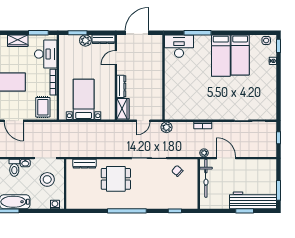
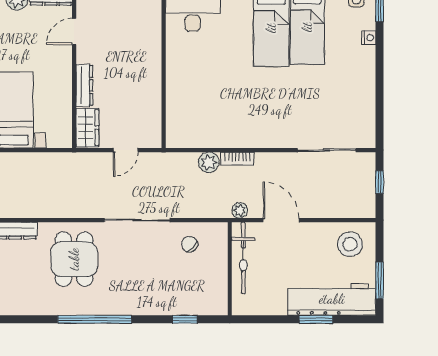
plant: (166, 127) -> (209, 162), moved
stool: (263, 171) -> (350, 244), added
dining table: (116, 179) -> (74, 259), turned 90

